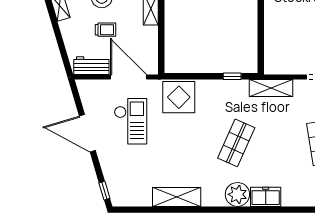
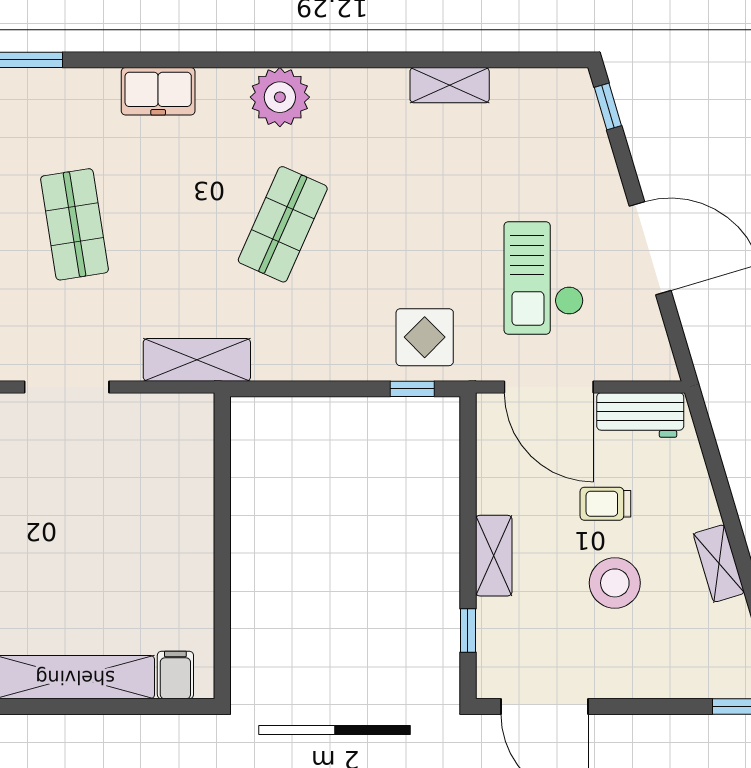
window: (232, 76) -> (412, 389), moved
display table: (179, 97) -> (425, 337), width x0.73, depth x0.73
shelving: (177, 197) -> (450, 85), width x0.67, depth x0.75
freezer: (266, 197) -> (158, 91), moved

